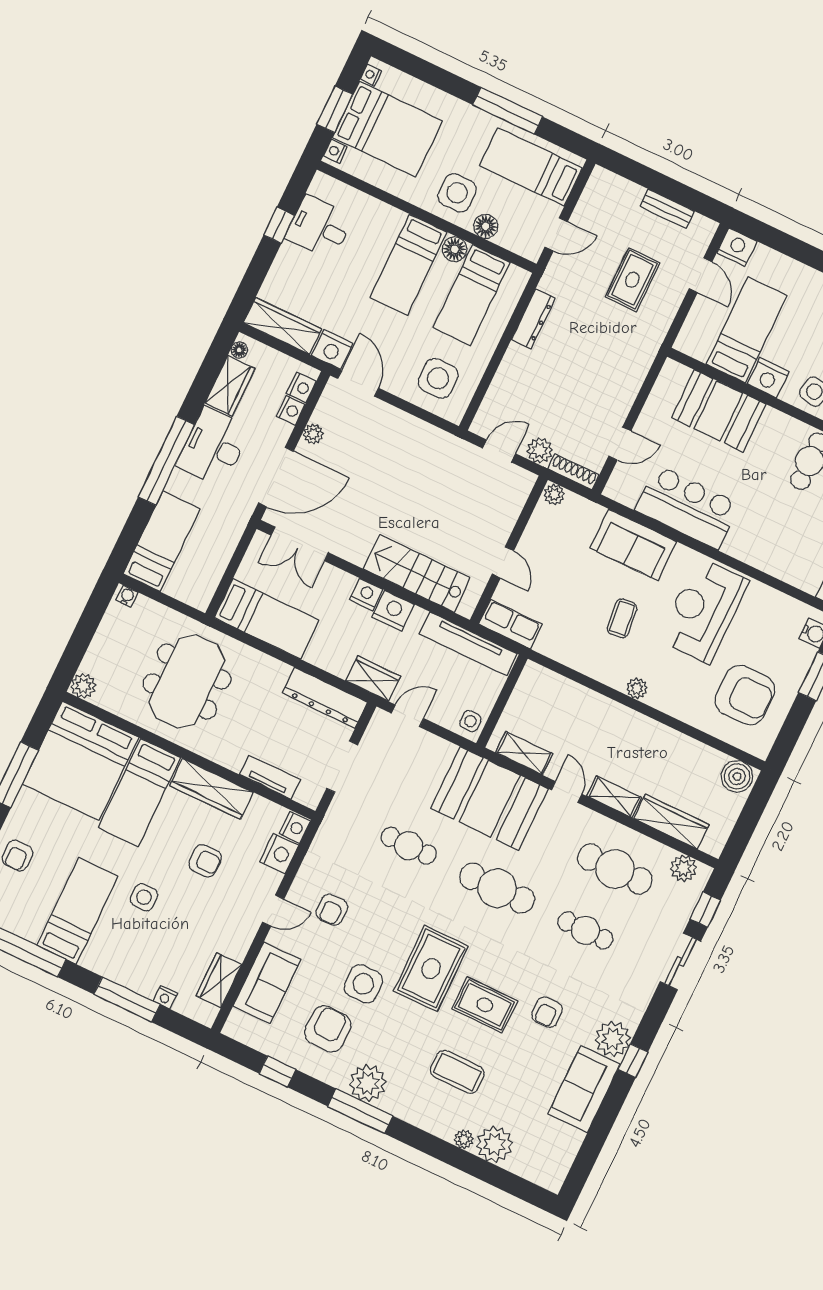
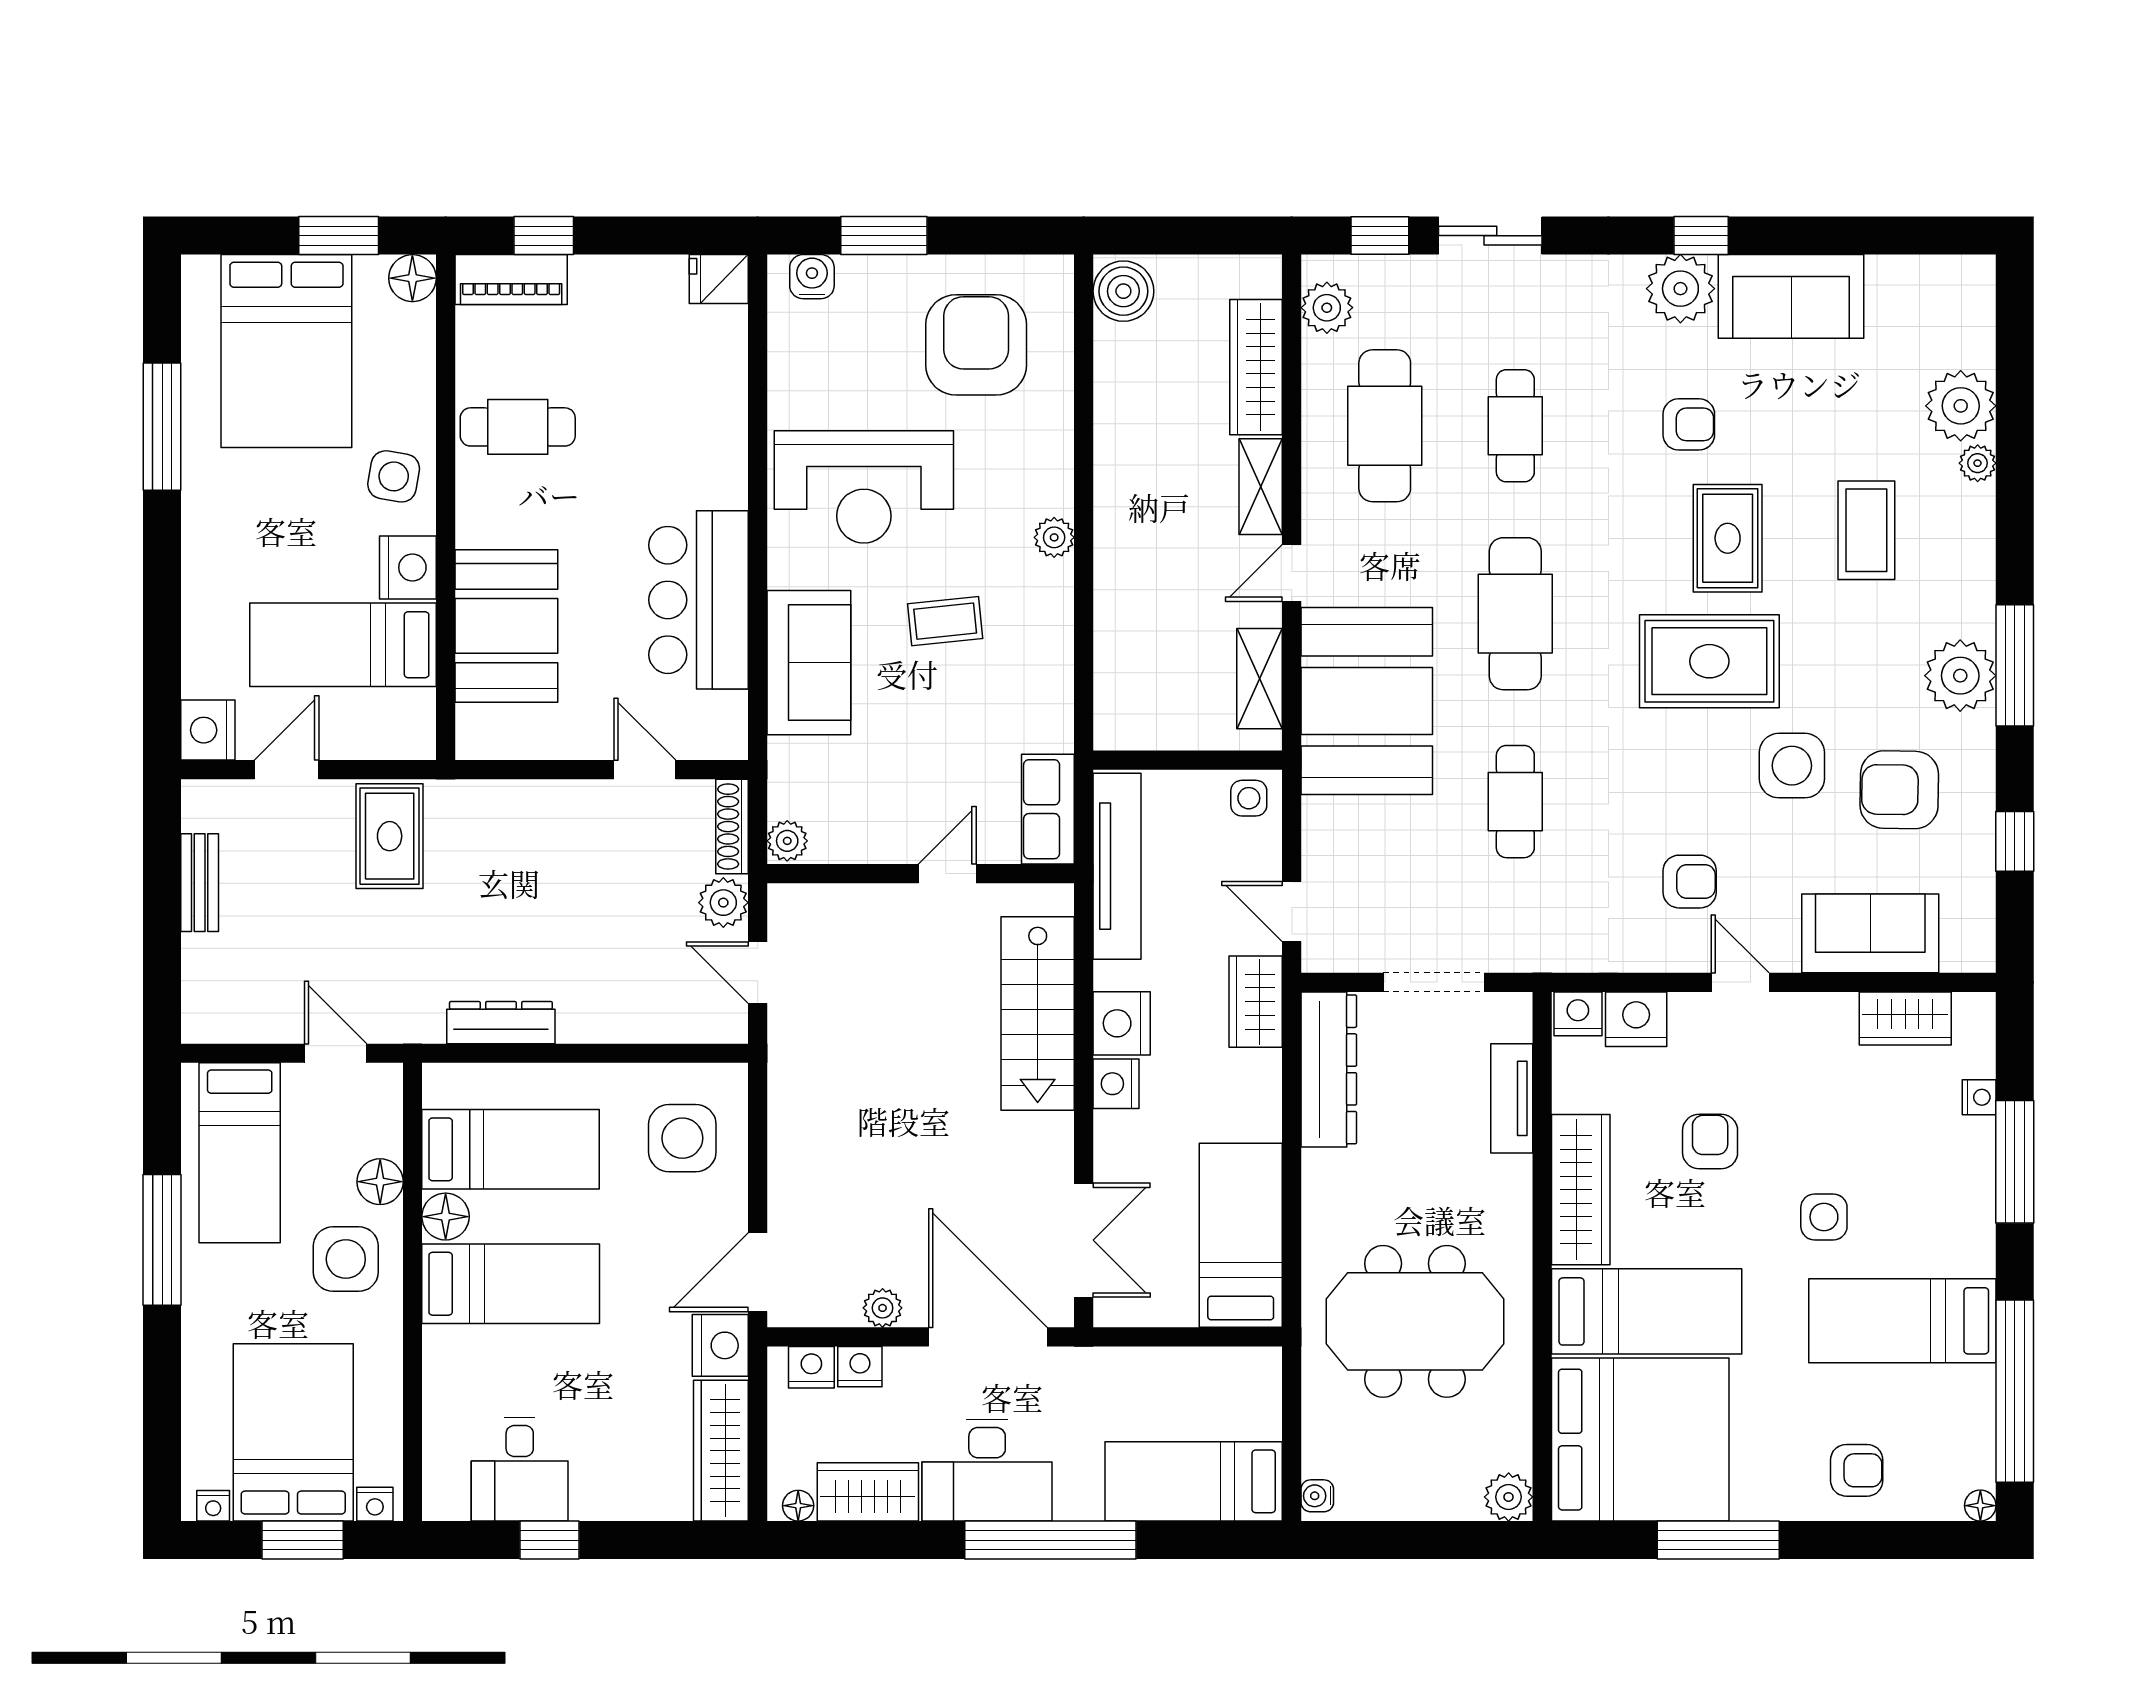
rug: (632, 280) -> (390, 836), moved, turned 90

